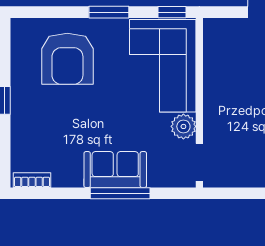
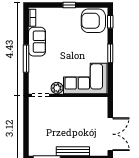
window: (172, 12) -> (110, 22), moved
armchair: (67, 59) -> (93, 21), moved
sofa: (115, 170) -> (37, 42), moved

